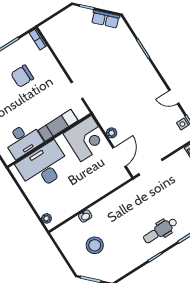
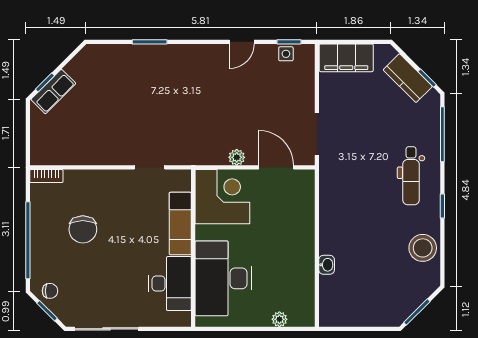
row of seats: (105, 19) -> (53, 91), moved
plant: (46, 218) -> (279, 319), moved
stool: (95, 245) -> (423, 248), moved

